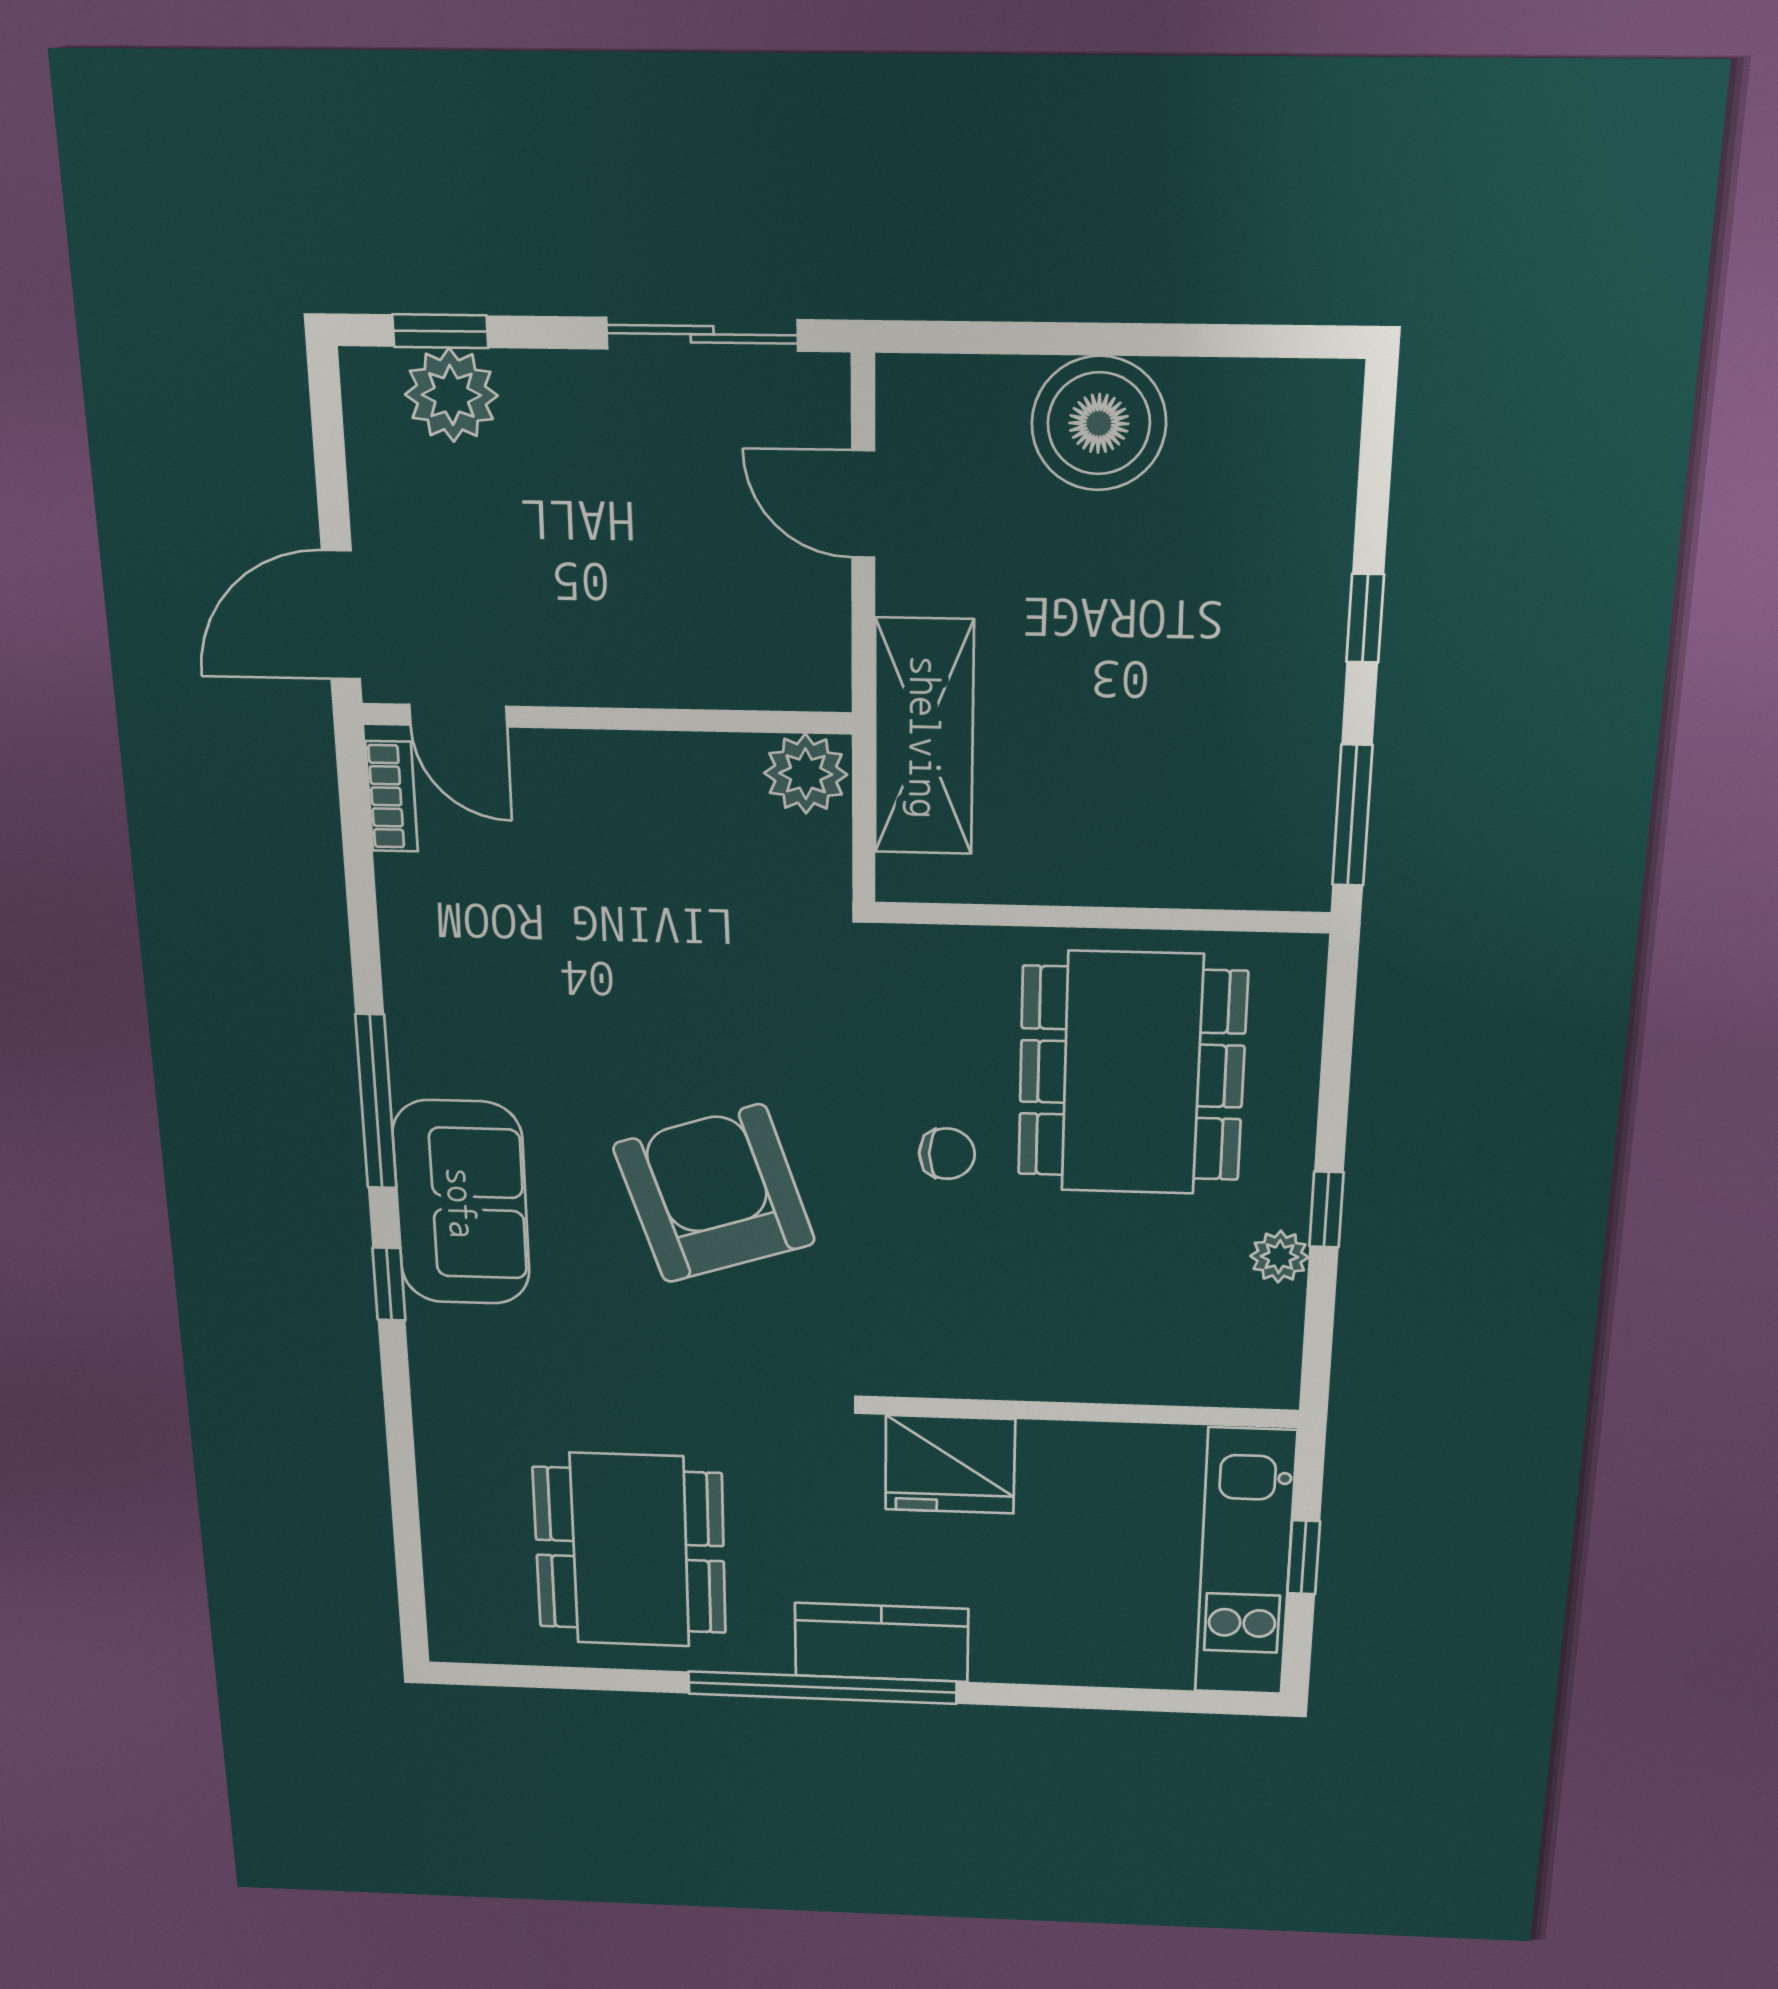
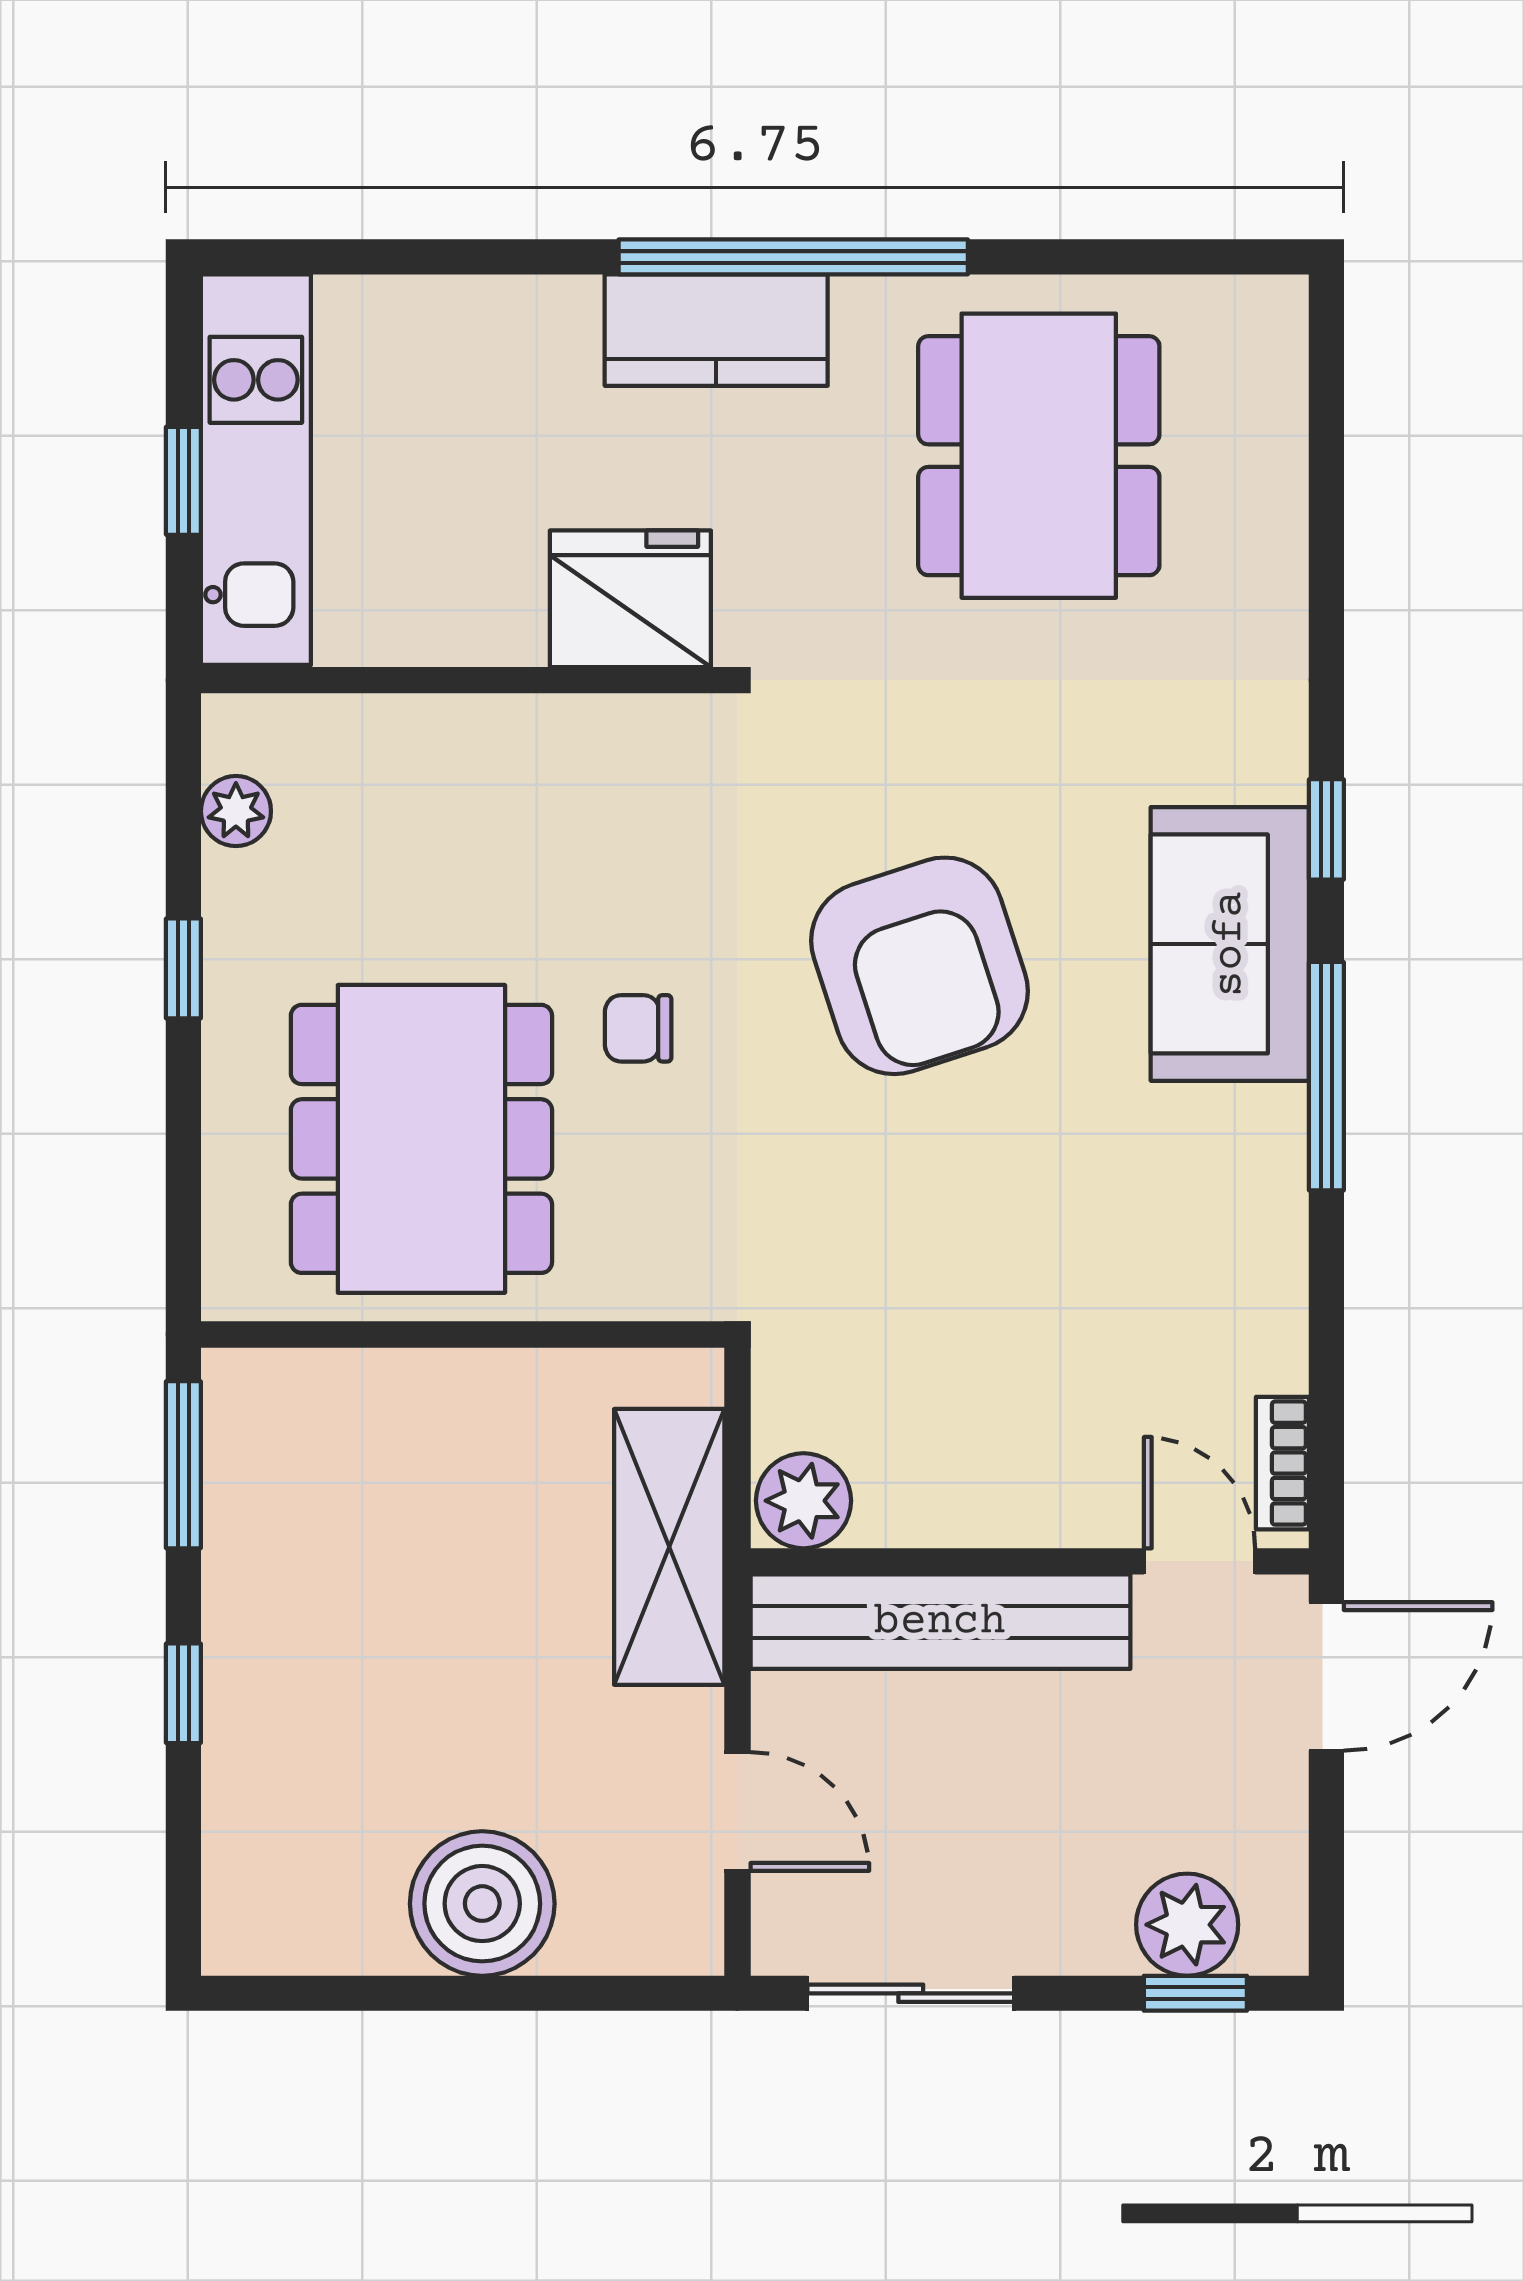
bench: (683, 669) -> (940, 1622), added
plant: (1279, 1257) -> (236, 811), moved

